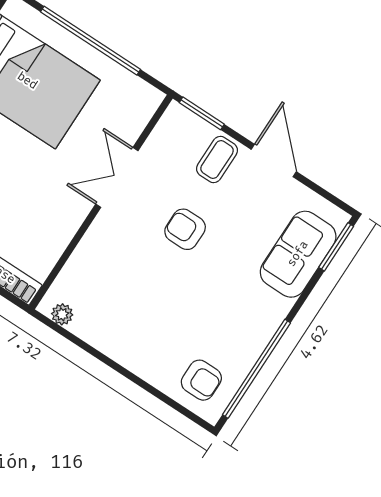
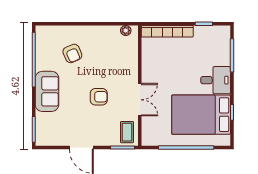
coffee table: (217, 160) -> (127, 132), moved
sofa: (298, 254) -> (47, 91), moved
armchair: (201, 380) -> (72, 53), moved, turned -113

